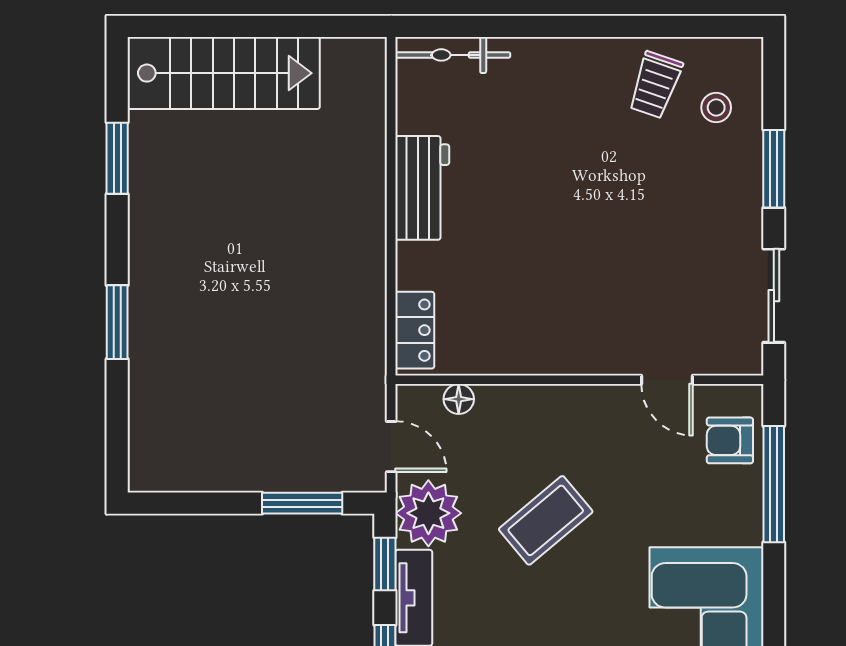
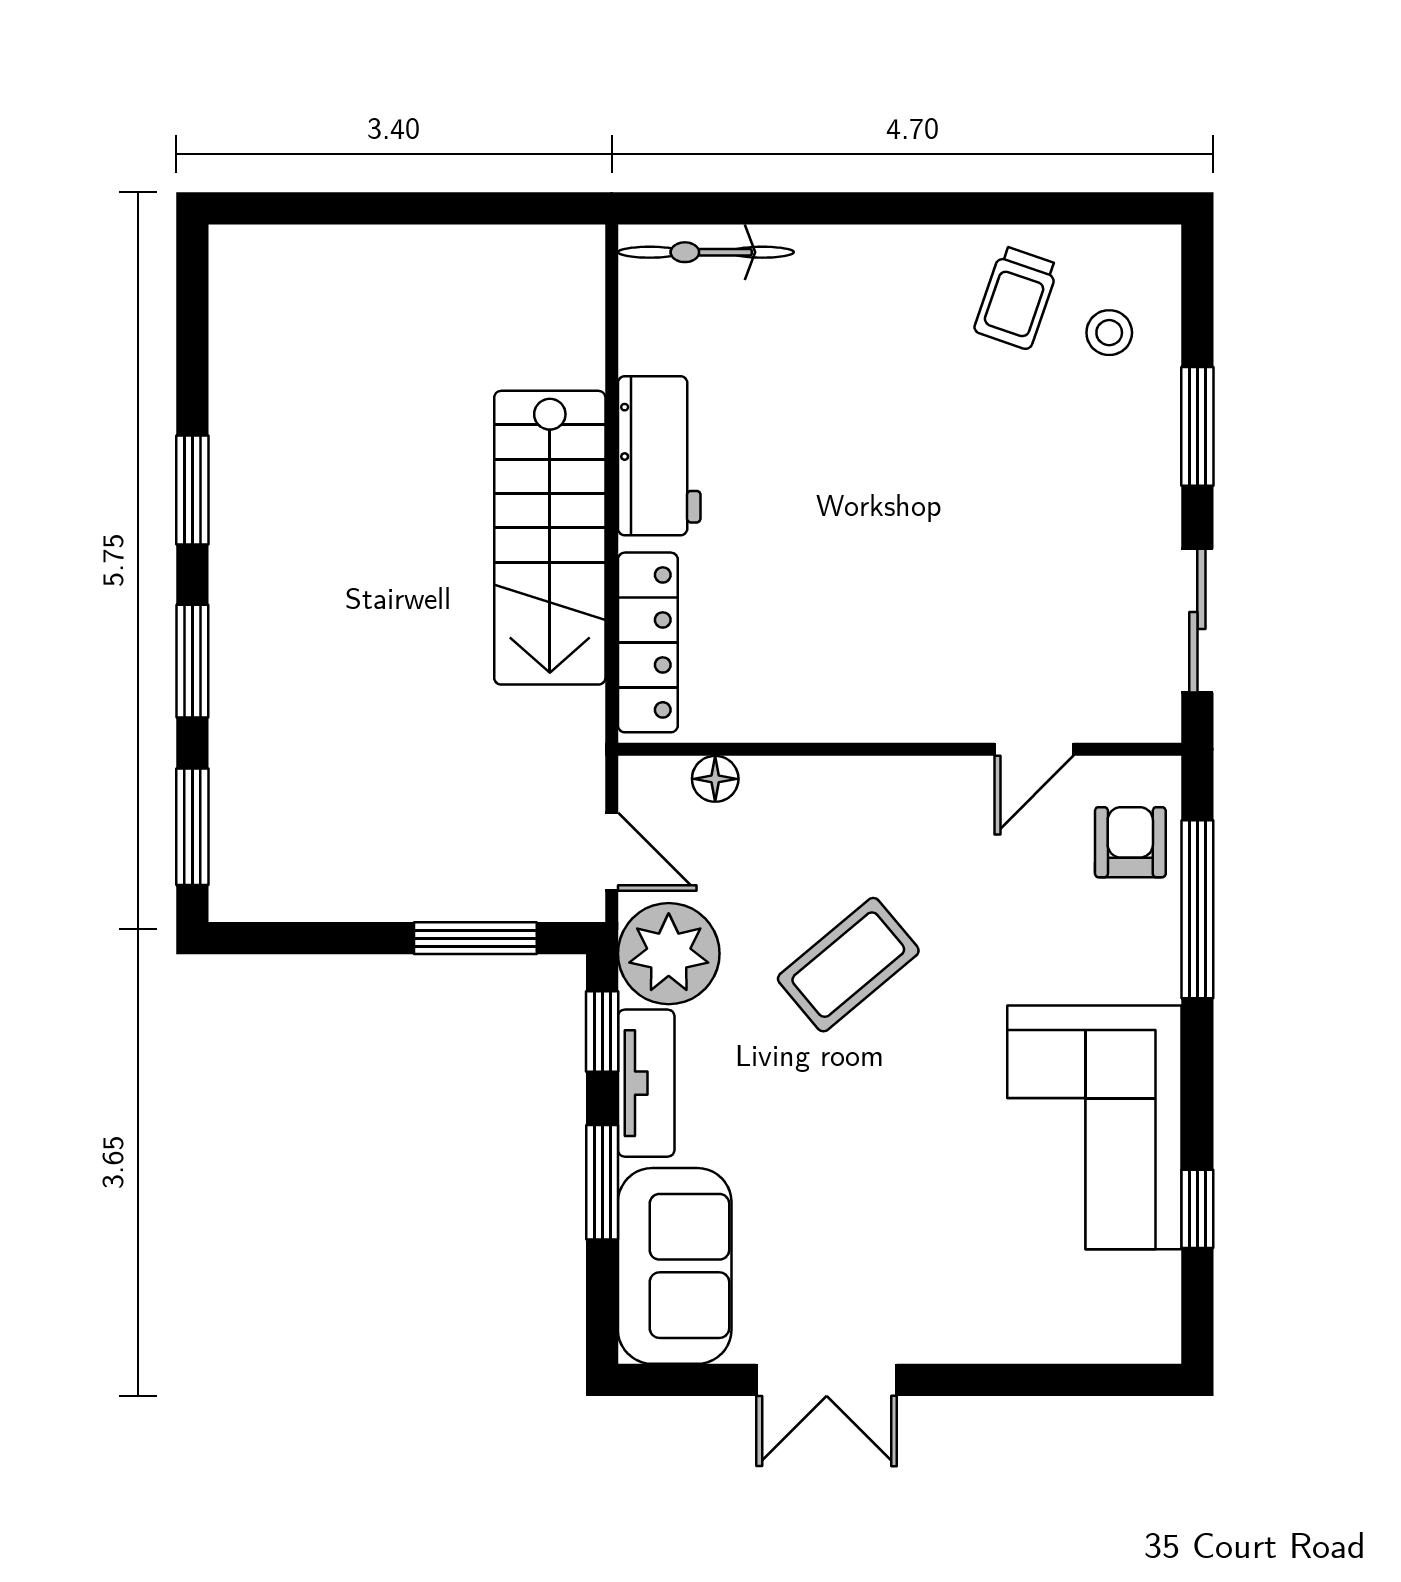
stairs: (224, 73) -> (550, 538), moved, turned 90
window: (117, 158) -> (192, 490), moved
locker: (415, 330) -> (648, 642), width x1.53
door: (667, 380) -> (1034, 749), hinge flipped
window: (117, 430) -> (192, 827), added
armchair: (730, 440) -> (1130, 842), turned 90

